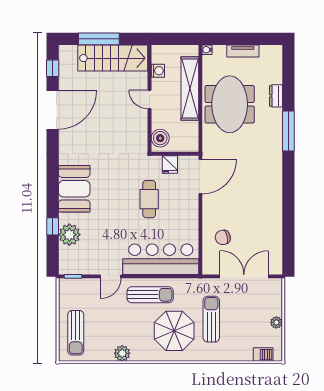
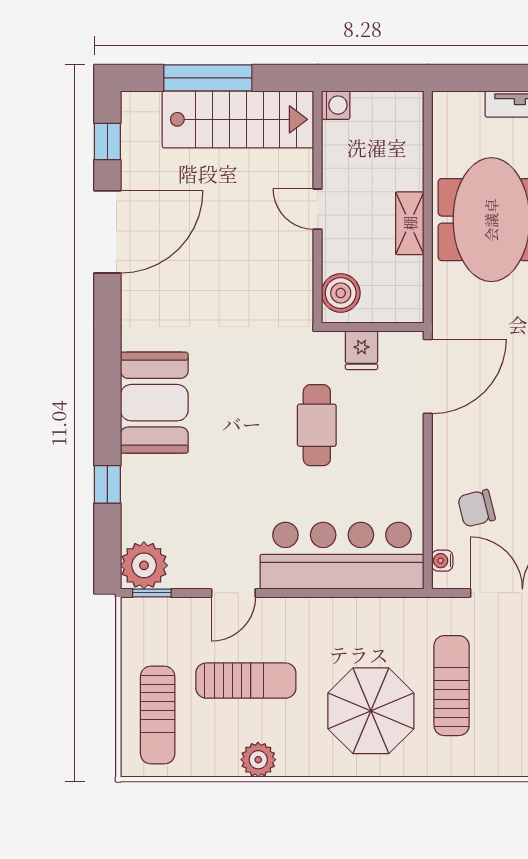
water cooler: (207, 50) -> (442, 561), moved
washing machine: (158, 71) -> (336, 105), moved
shelving: (190, 89) -> (410, 223), width x0.45, depth x0.75
plant: (69, 235) -> (144, 565), moved
sun lounger: (150, 295) -> (246, 681), moved

